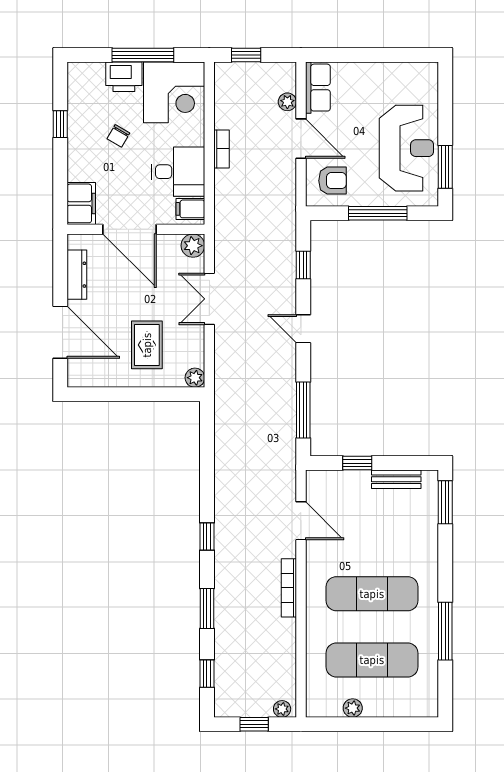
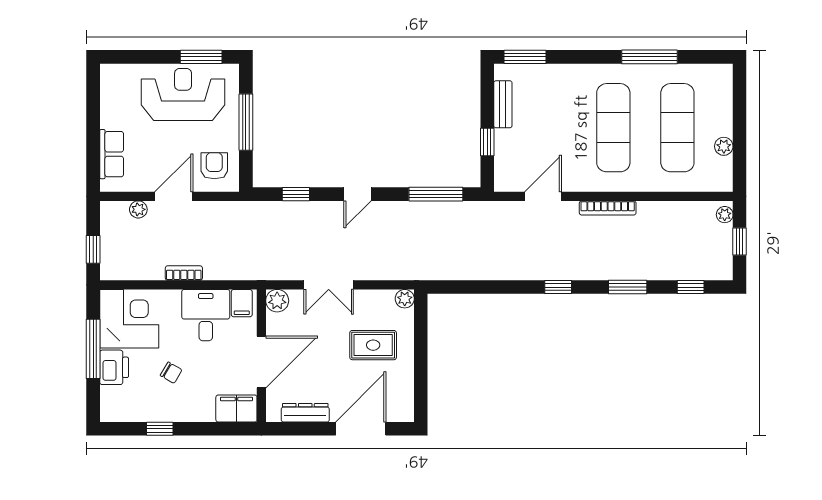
row of seats: (318, 88) -> (112, 154), moved, turned 90

